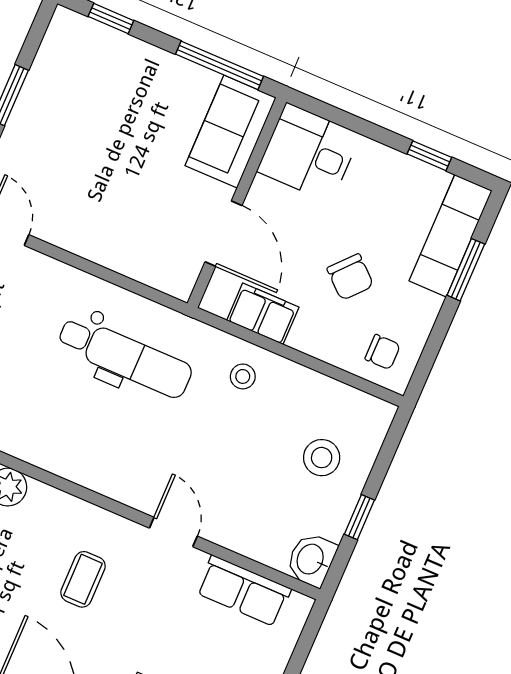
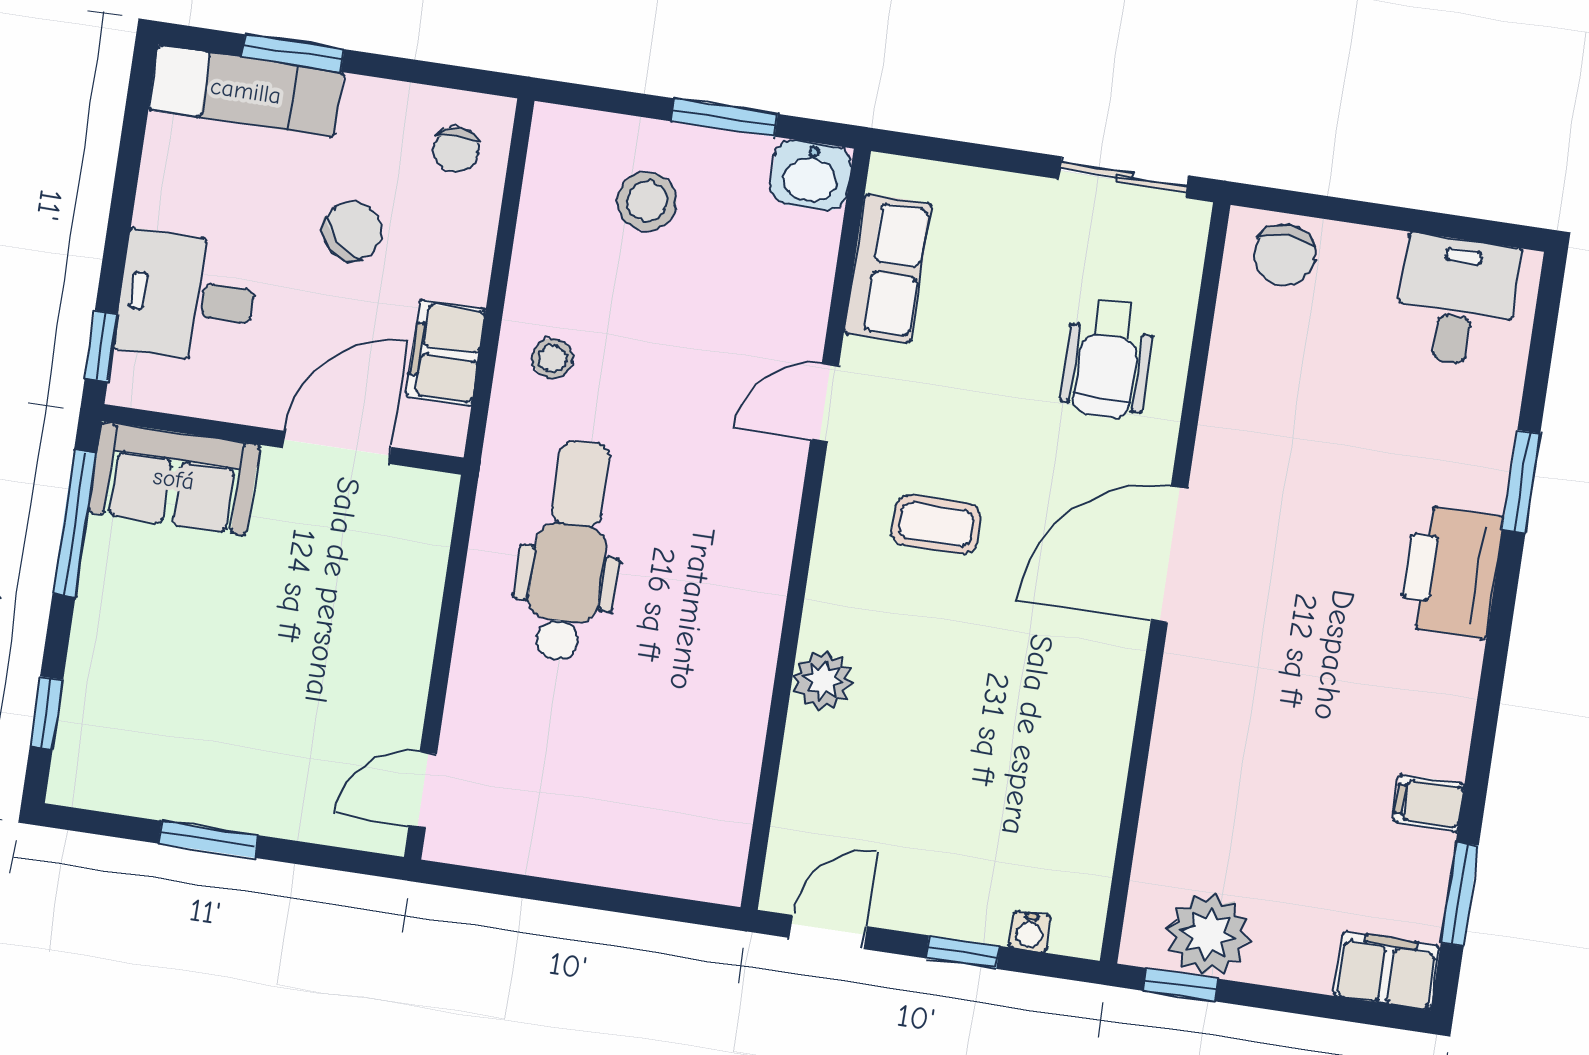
desk: (309, 153) -> (187, 297), moved, turned 90
window: (429, 156) -> (101, 346), moved
chair: (383, 352) -> (456, 149), turned 180
window: (359, 517) -> (724, 118), width x1.50

